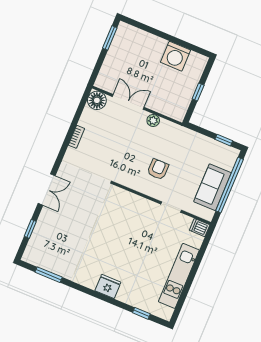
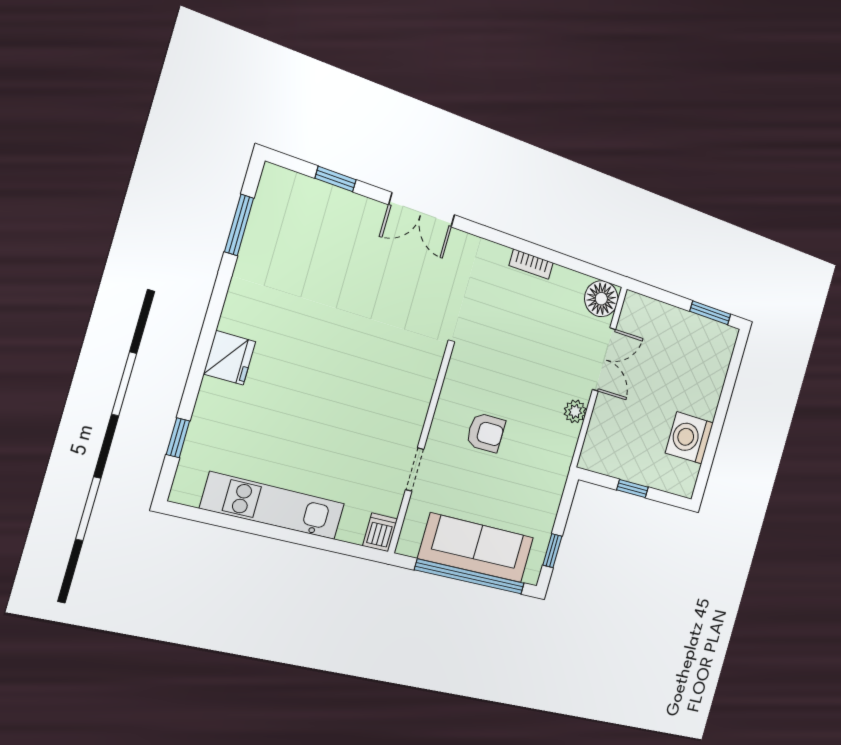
sofa: (213, 187) -> (476, 548), width x1.36

